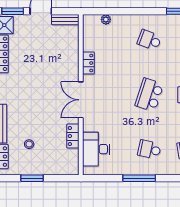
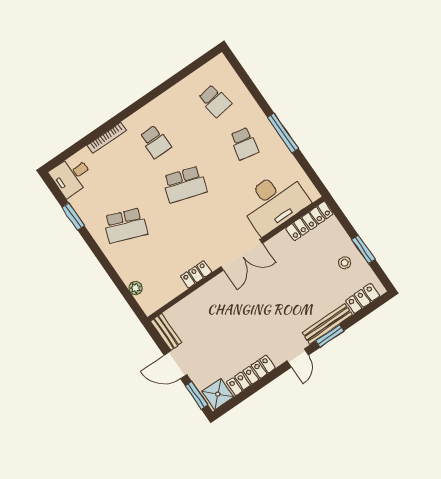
school desk: (149, 40) -> (125, 225), width x1.85
locker: (73, 136) -> (309, 221), moved, width x1.53
stool: (29, 144) -> (345, 263), moved
desk: (96, 149) -> (274, 202), width x1.36, depth x1.30

